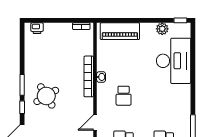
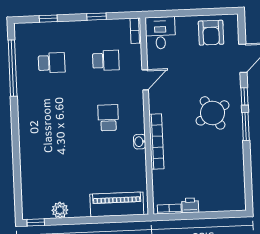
printer: (37, 28) -> (190, 205), moved
desk: (174, 61) -> (43, 168), removed

